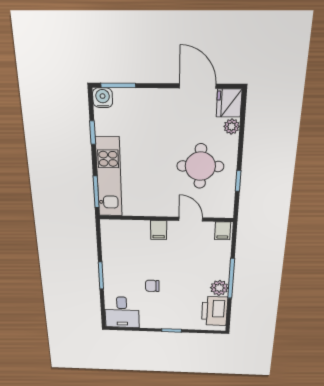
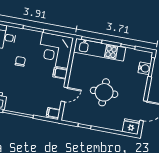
water cooler: (103, 98) -> (144, 68), moved
plant: (232, 126) -> (118, 126), removed
round table: (200, 166) -> (104, 92), moved
corner desk: (125, 242) -> (55, 50), added
plant: (219, 288) -> (12, 105), removed

